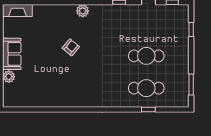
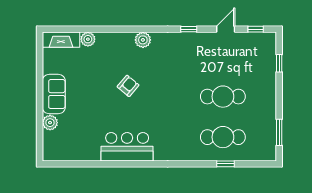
plant: (39, 10) -> (88, 39), added
bar counter: (70, 96) -> (127, 147), added

